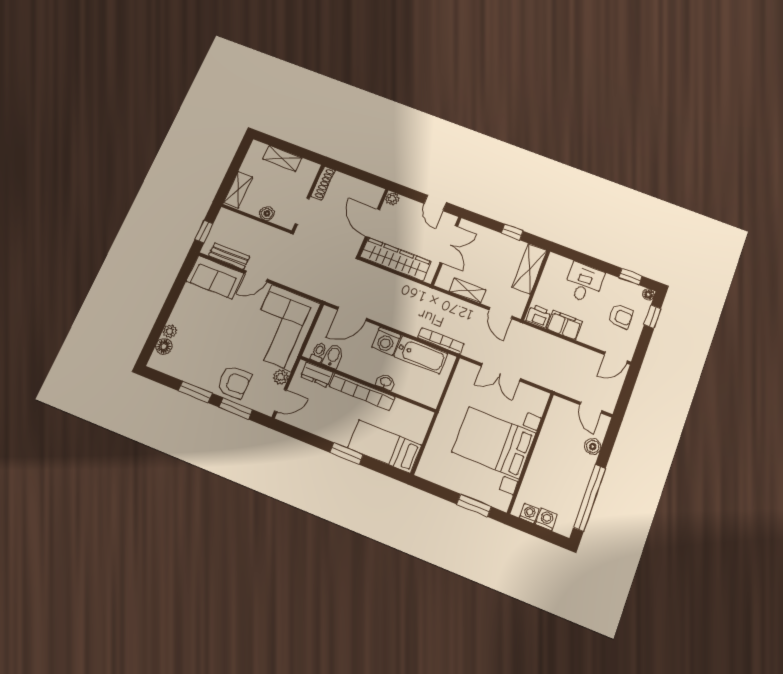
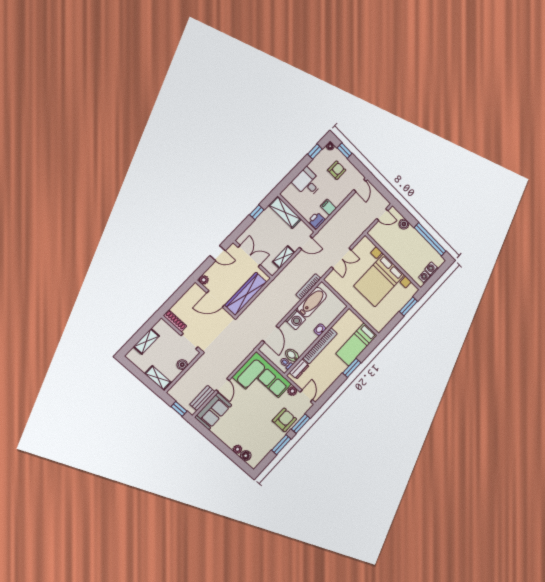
filing cabinet: (564, 325) -> (328, 207), width x0.50

